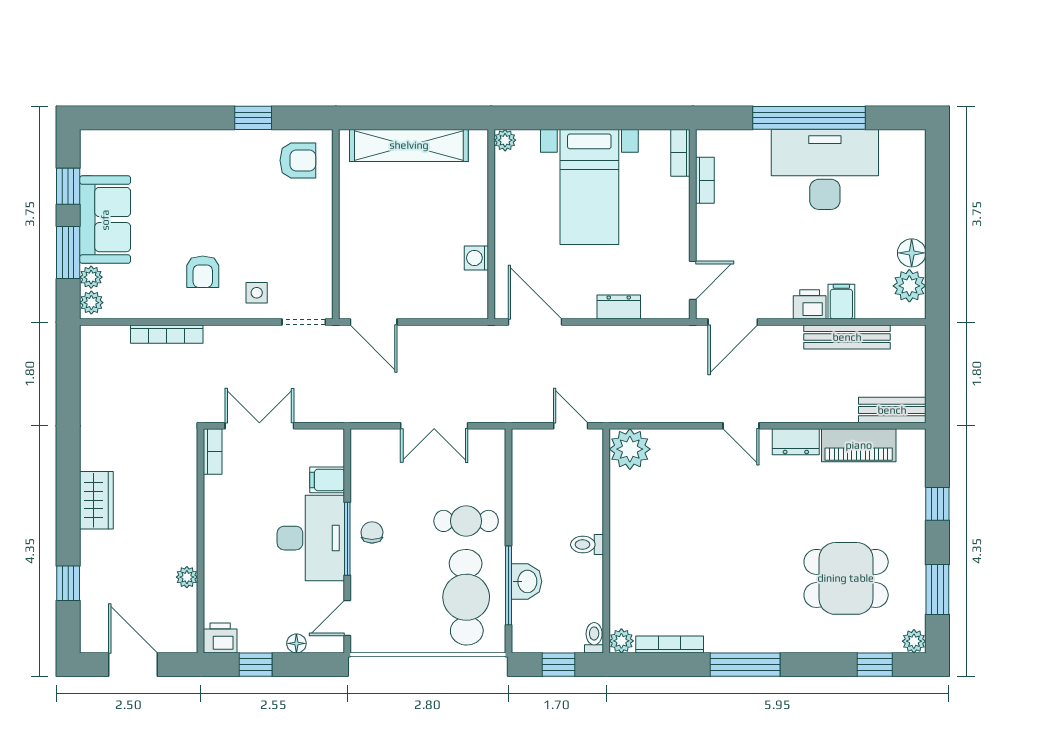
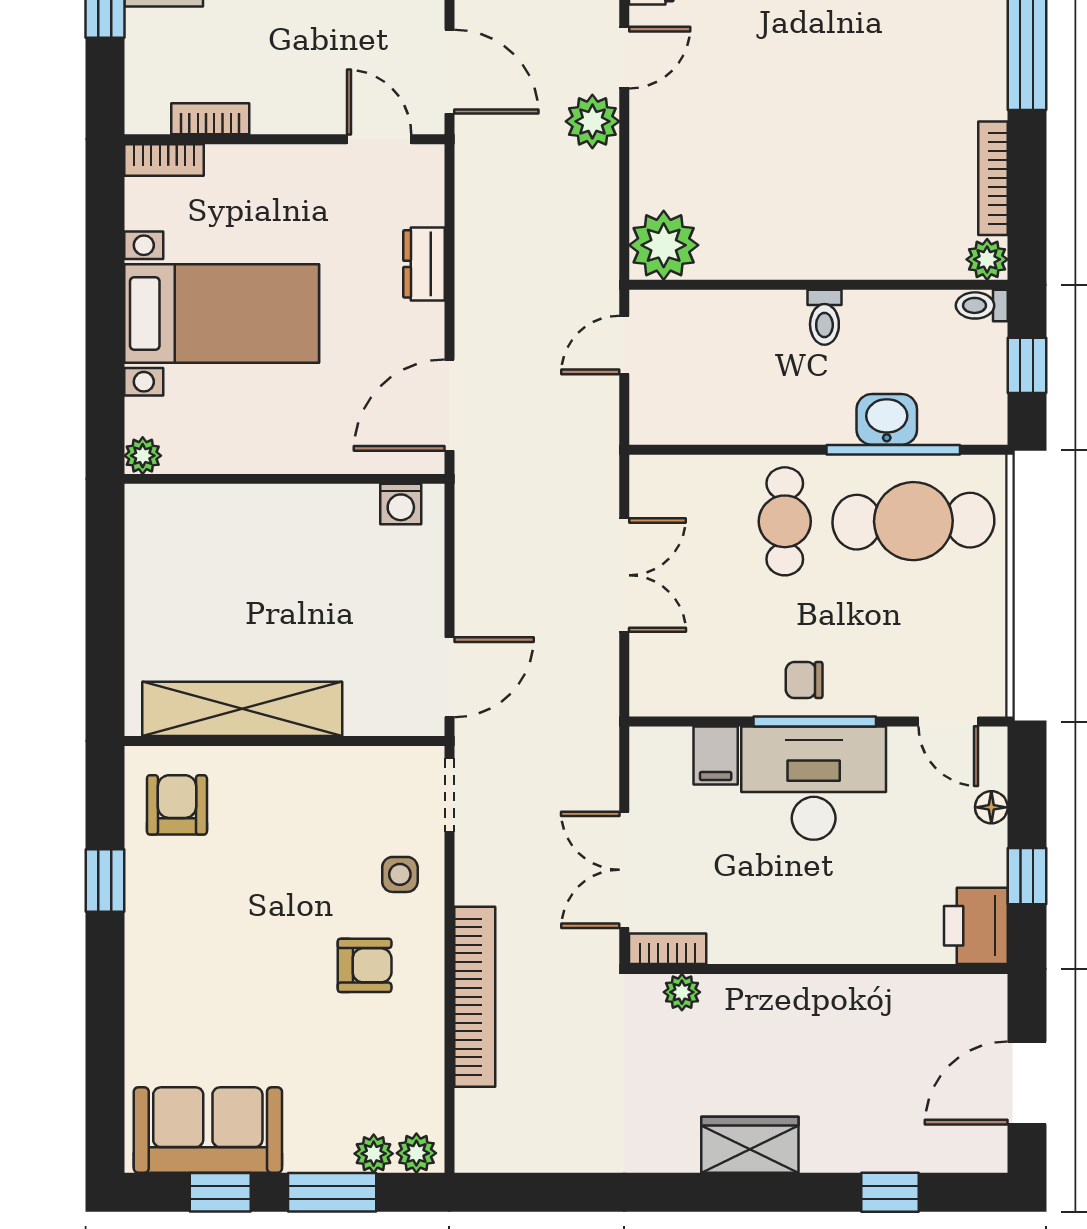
shelving: (409, 145) -> (242, 709), moved, turned 90
sofa: (105, 220) -> (208, 1130), moved
washing machine: (476, 258) -> (401, 504), moved
bookcase: (167, 334) -> (475, 997), width x1.48, depth x1.31
plant: (703, 407) -> (592, 121), added
plant: (187, 577) -> (682, 992), moved
printer: (220, 638) -> (976, 926), width x1.36, depth x1.24

